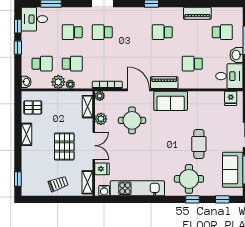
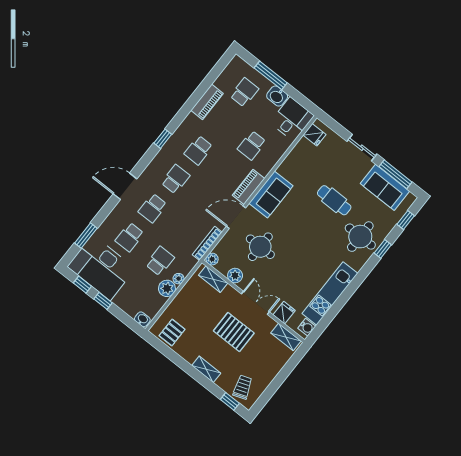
desk: (34, 19) -> (101, 268), width x1.87, depth x1.30
school desk: (42, 64) -> (175, 179), moved
shelving: (27, 134) -> (206, 369), moved
trolley: (58, 184) -> (243, 387), moved

